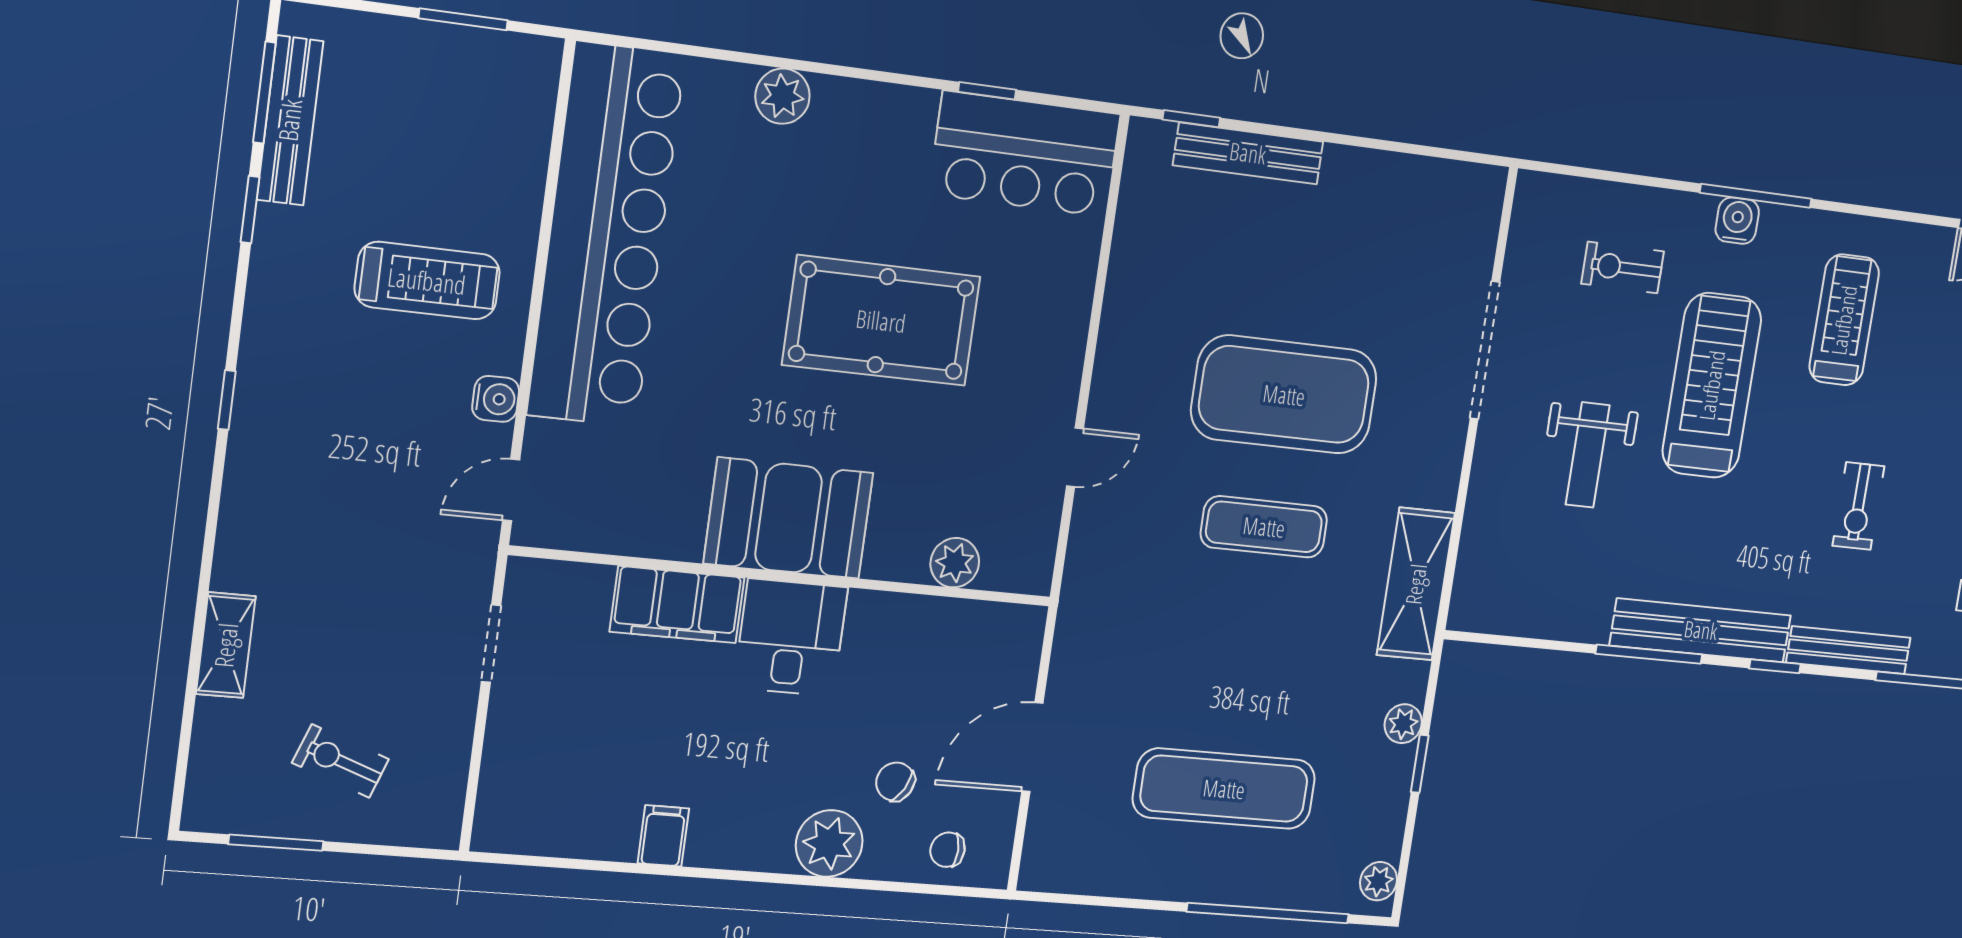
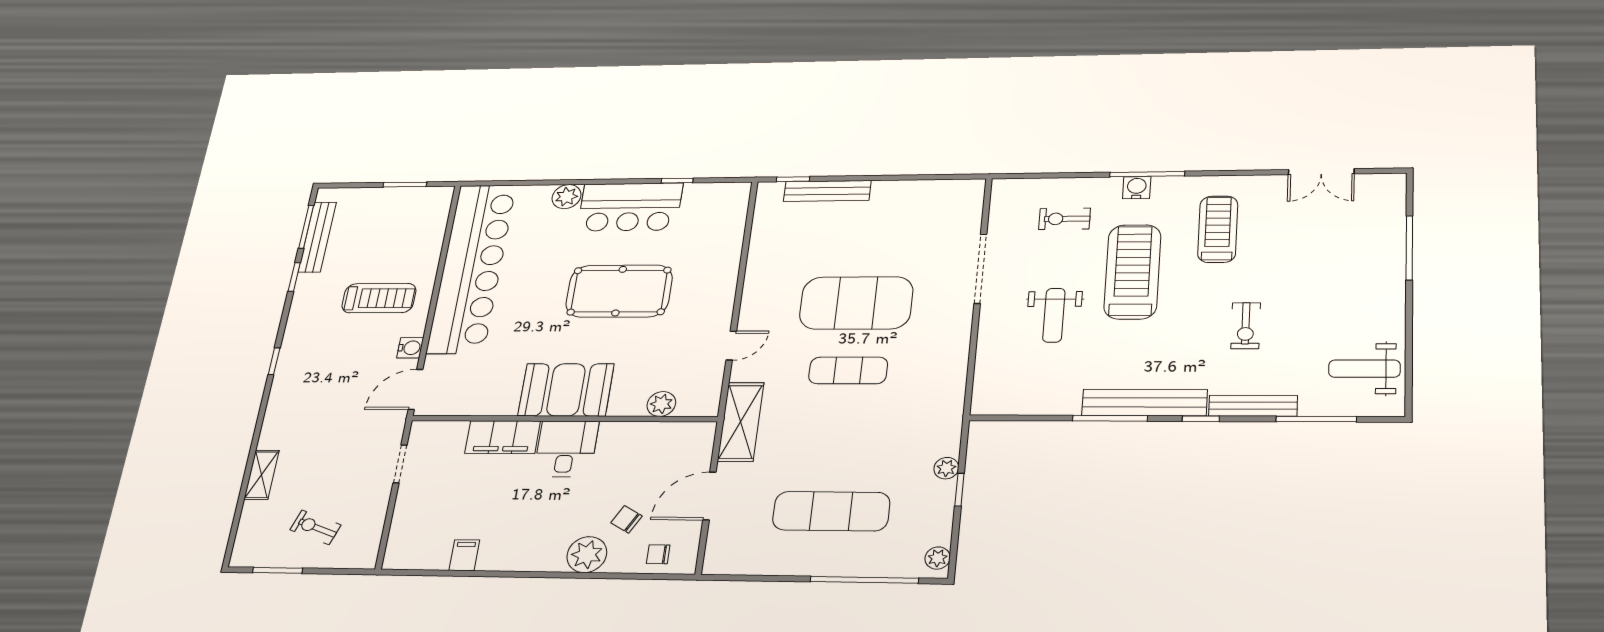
bar counter: (1025, 154) -> (630, 207), moved
door: (511, 490) -> (415, 389), width x1.38
shelving: (1416, 584) -> (741, 422), moved
filing cabinet: (663, 836) -> (464, 555), moved

